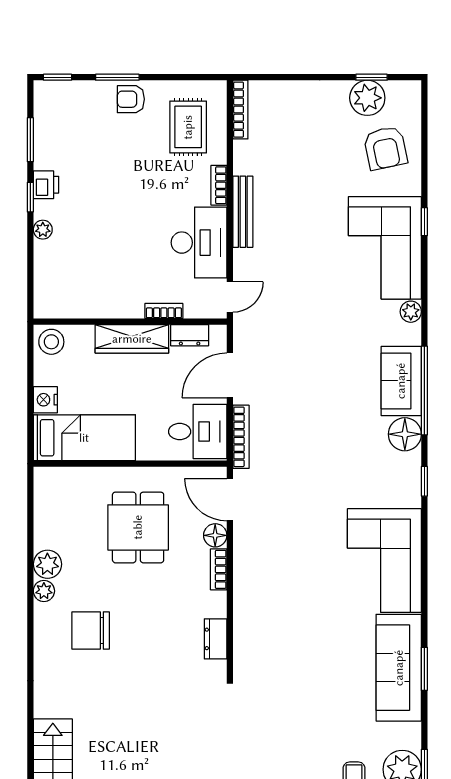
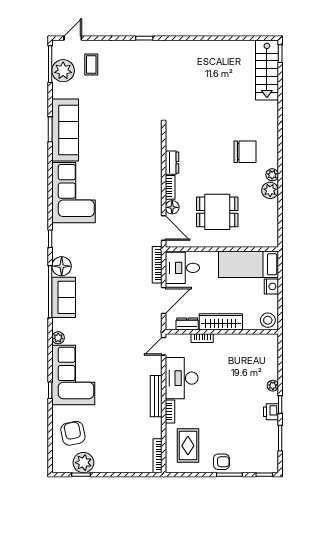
dining table: (138, 527) -> (217, 212), turned 90
dresser: (216, 639) -> (172, 163), moved

